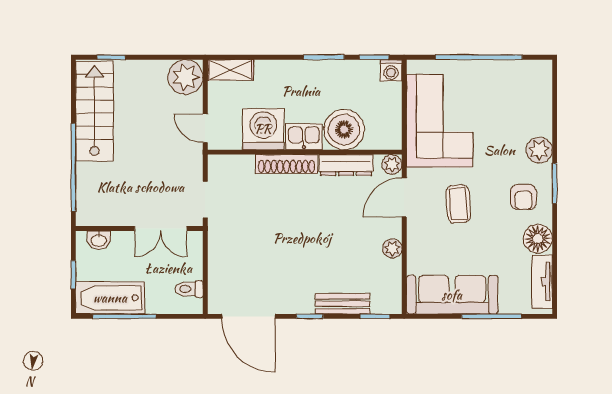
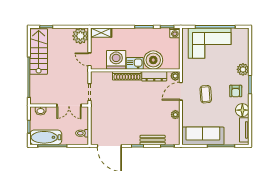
corner sofa: (440, 121) -> (210, 43), moved, turned 90

